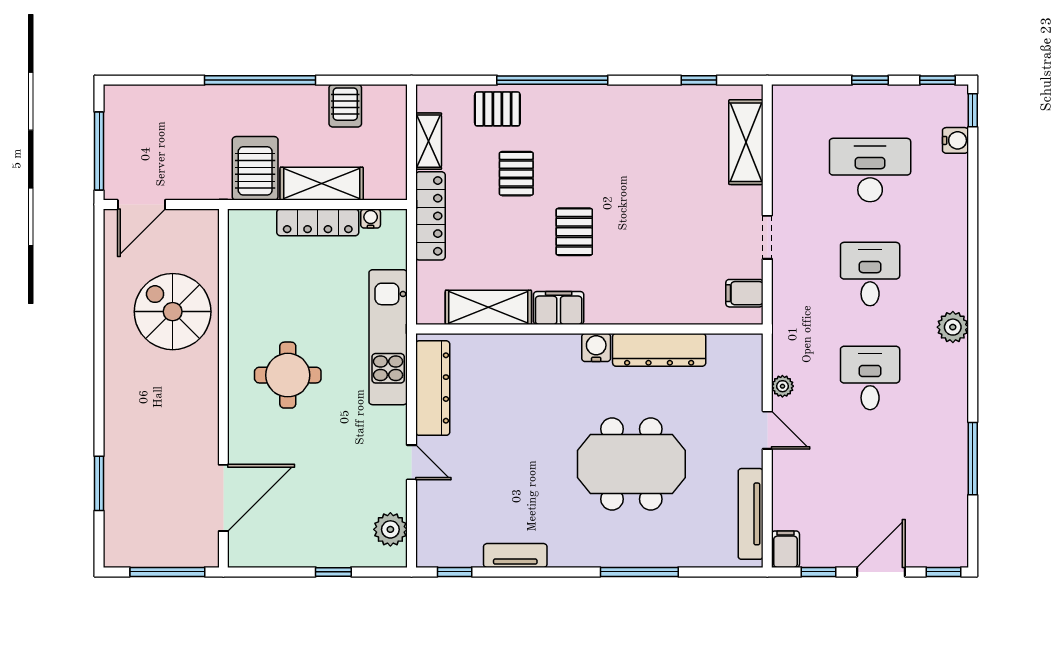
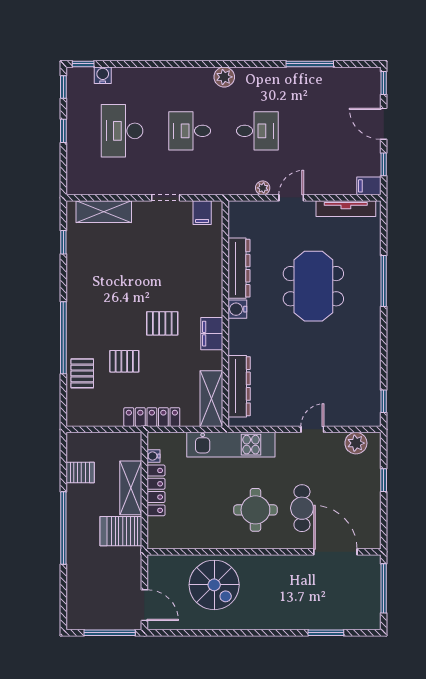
shelving: (429, 141) -> (103, 418), removed
shelving: (488, 307) -> (211, 399), moved
spiral stairs: (173, 312) -> (214, 585), turned -90
desk: (870, 378) -> (257, 131), turned 180
dresser: (433, 388) -> (239, 386), moved, turned 90
cafe table: (290, 447) -> (302, 508), added
tv unit: (515, 556) -> (373, 362), removed

